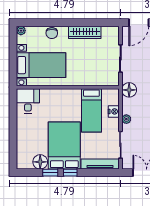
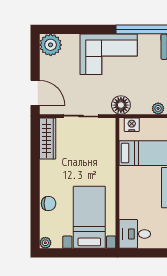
wardrobe: (85, 32) -> (48, 139), moved
nightstand: (114, 111) -> (132, 125), moved

